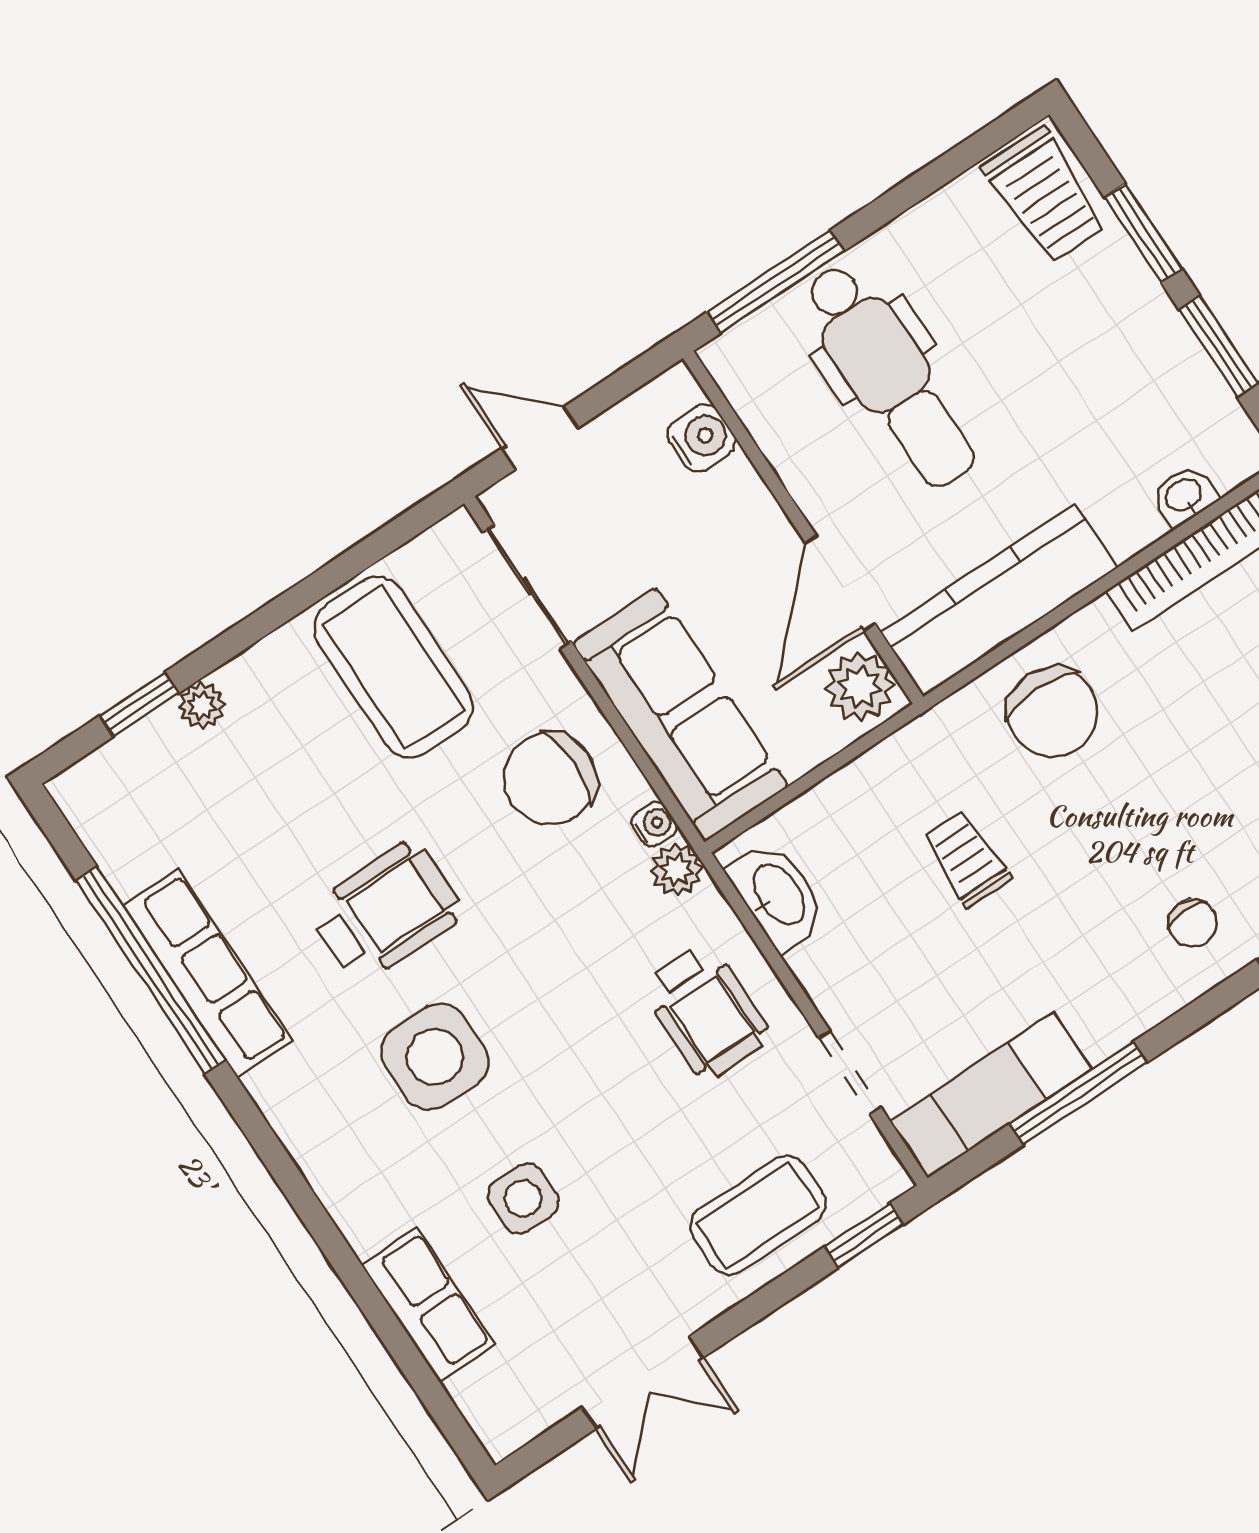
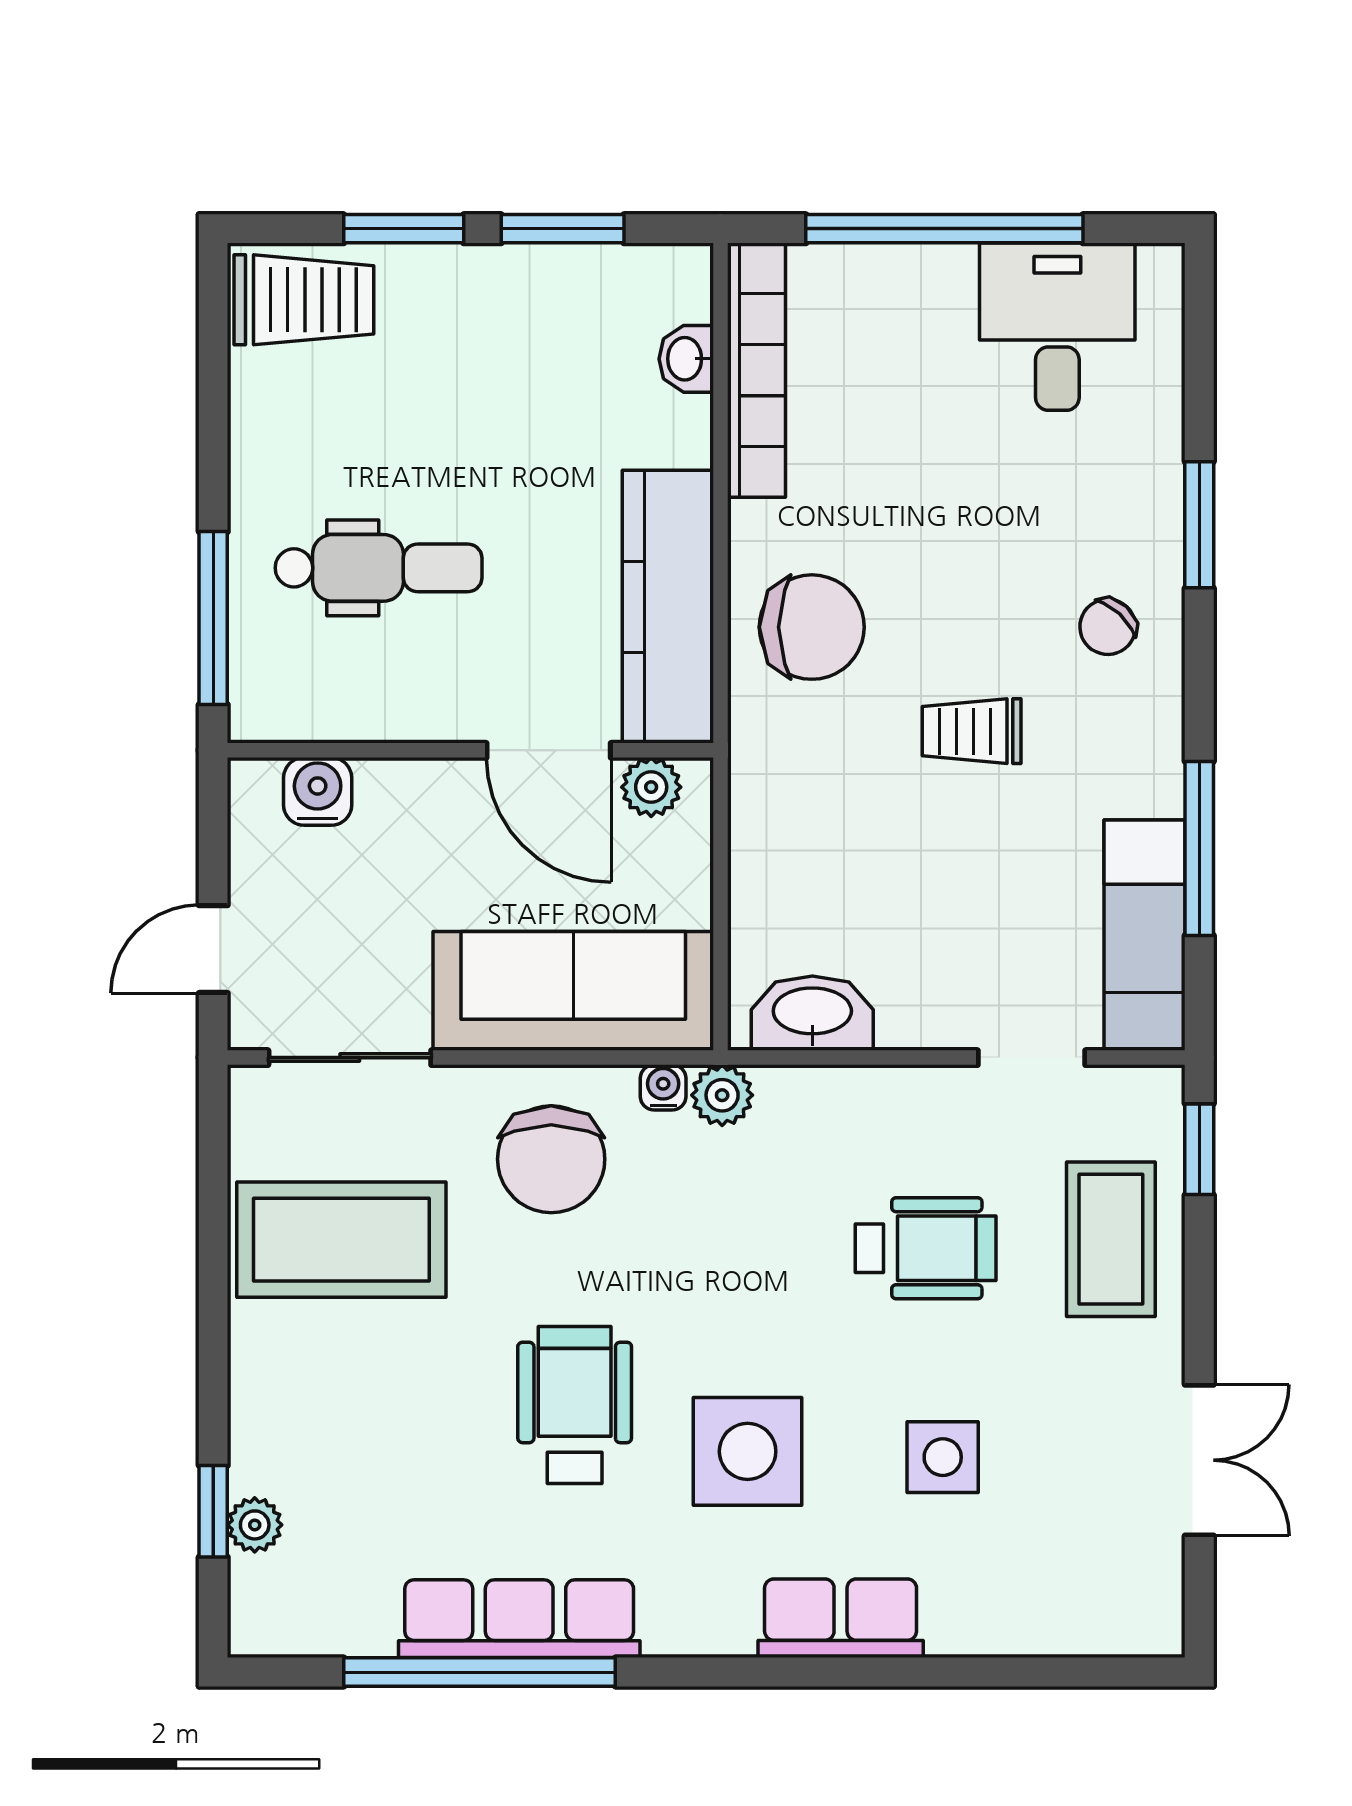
dental chair: (890, 376) -> (379, 568), width x0.73, depth x0.72
plant: (860, 687) -> (651, 787), width x0.73, depth x0.73
plant: (202, 706) -> (255, 1525), moved
trolley: (967, 859) -> (972, 731), moved
chair: (1193, 923) -> (1108, 627), turned 133
wheelchair: (706, 1012) -> (926, 1248), moved
row of seats: (428, 1305) -> (841, 1618), moved

